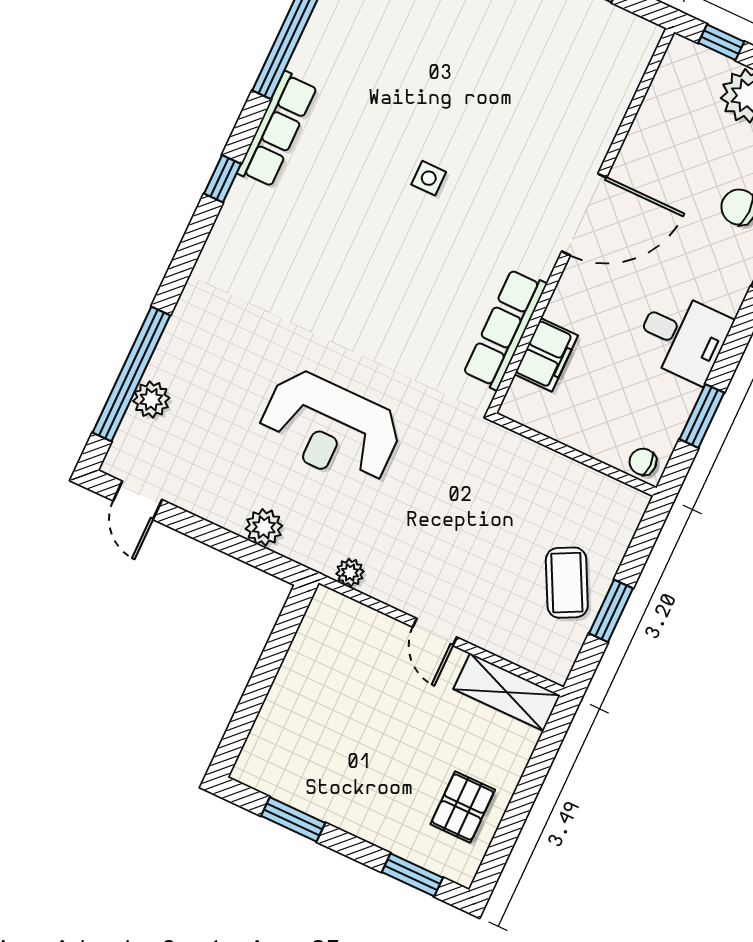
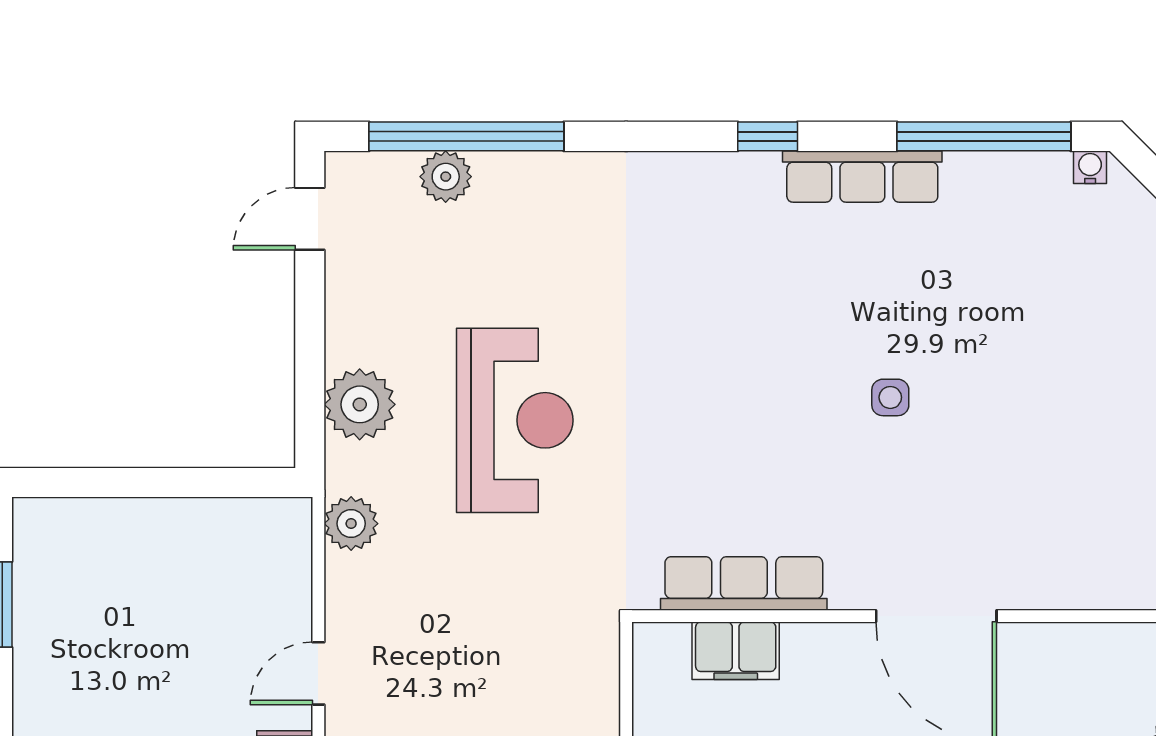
reception desk: (330, 428) -> (515, 420), turned 180
plant: (264, 527) -> (360, 404), width x1.36, depth x1.36
plant: (350, 573) -> (351, 524), width x1.38, depth x1.38

